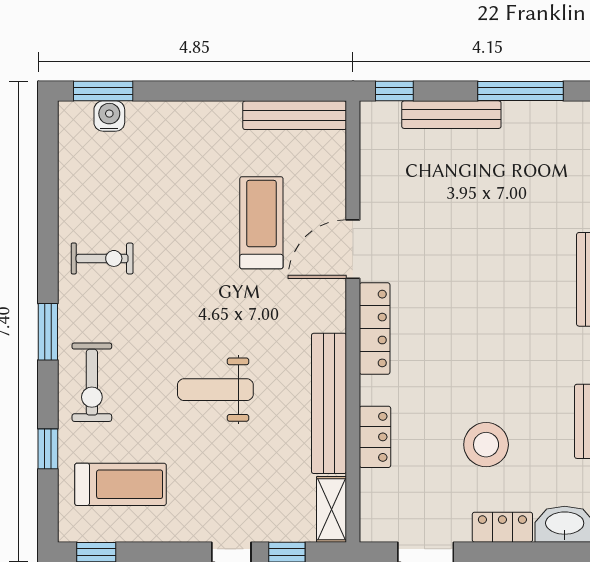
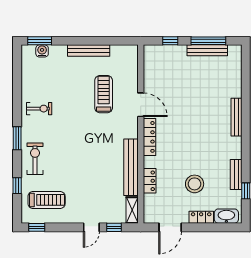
window: (394, 91) -> (170, 41), moved
bench: (295, 115) -> (89, 51), moved
bench: (451, 115) -> (207, 50), moved
door: (353, 249) -> (141, 105), swing flipped
exercise bike: (92, 382) -> (35, 159), turned 180
weight bench: (215, 390) -> (85, 162), removed

